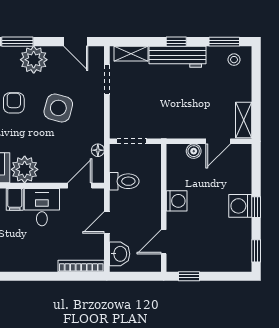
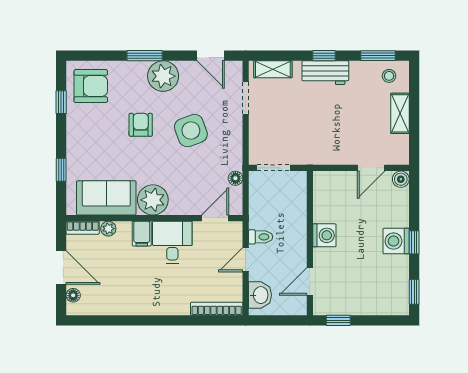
workbench: (178, 57) -> (325, 73), width x0.73
side table: (58, 108) -> (191, 131), turned -35
shelving: (244, 120) -> (400, 113), moved
boiler: (194, 151) -> (401, 179), moved
toilet: (124, 181) -> (261, 237), moved, width x0.73, depth x0.72

